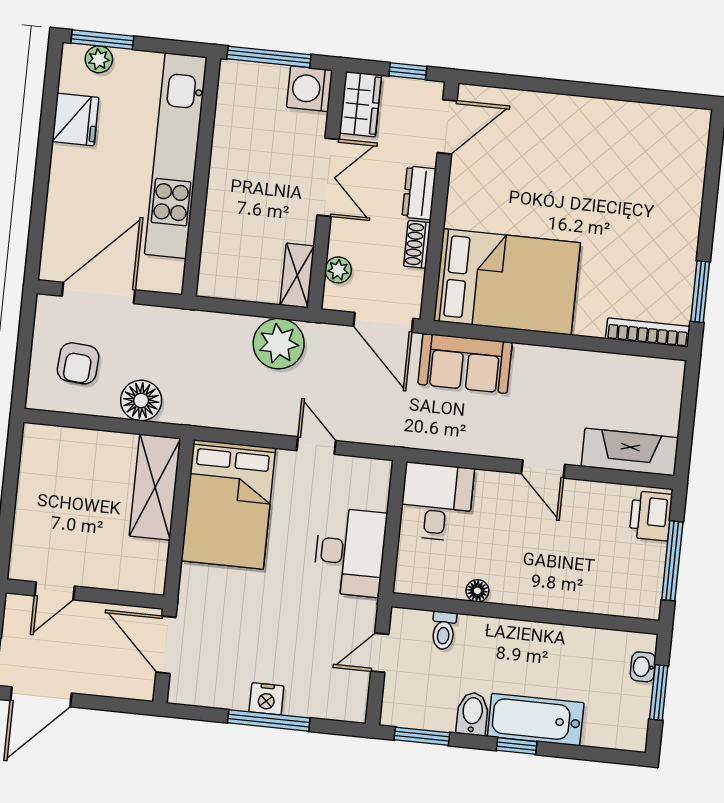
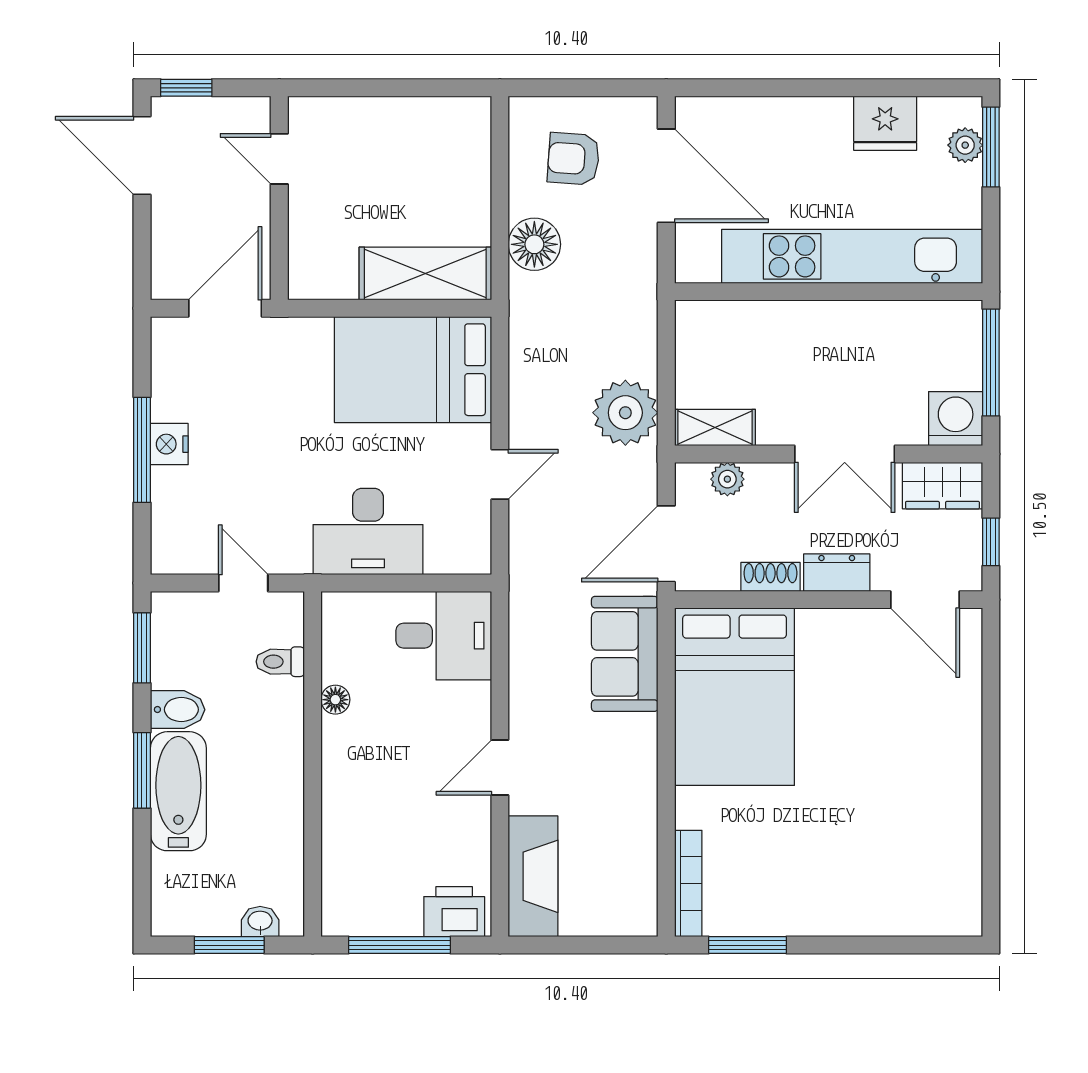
window: (517, 746) -> (142, 770), width x1.50

